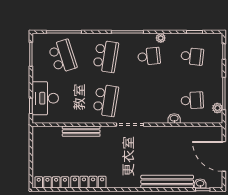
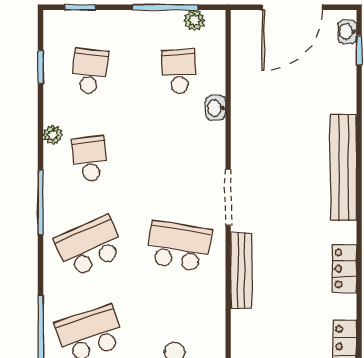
school desk: (106, 56) -> (90, 246), turned -33
bench: (81, 131) -> (241, 271), moved
locker: (88, 182) -> (344, 268), width x0.66
bench: (167, 182) -> (343, 168), moved
washbasin: (200, 184) -> (347, 32), moved

